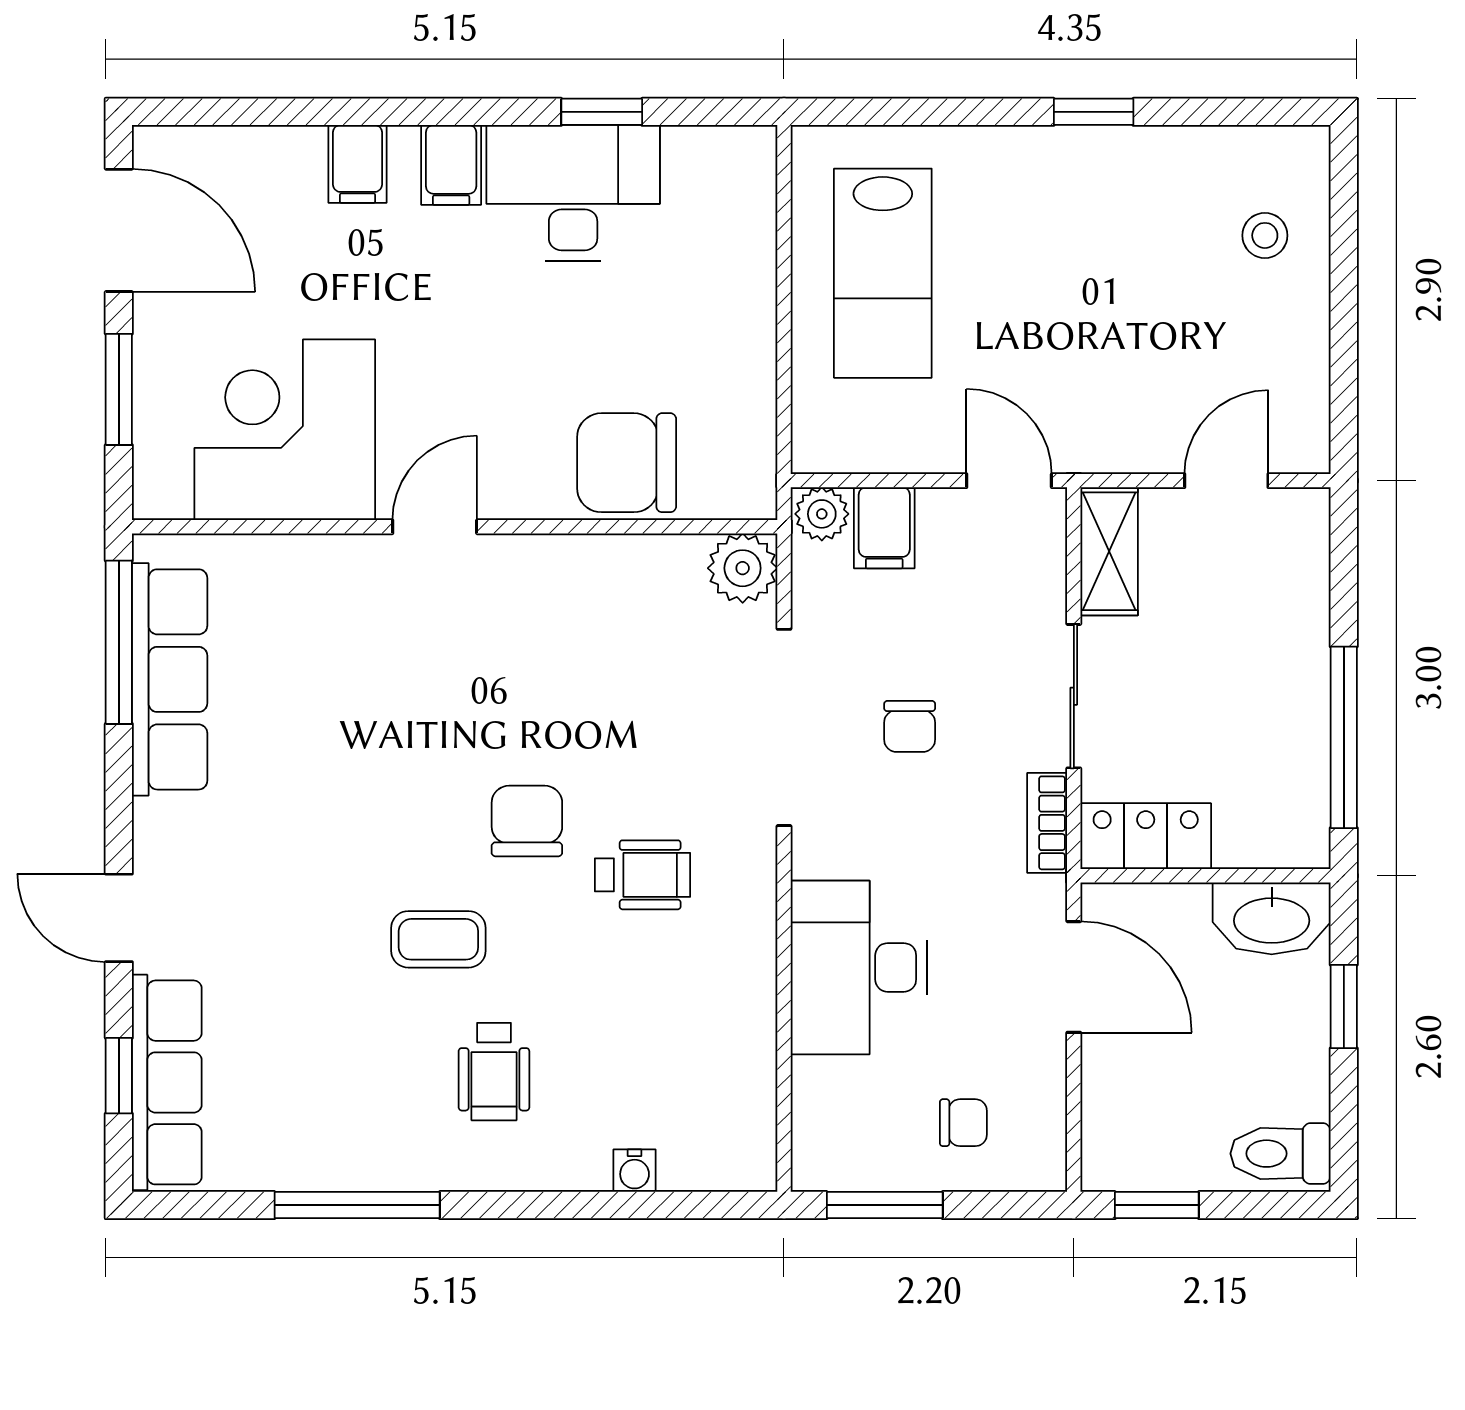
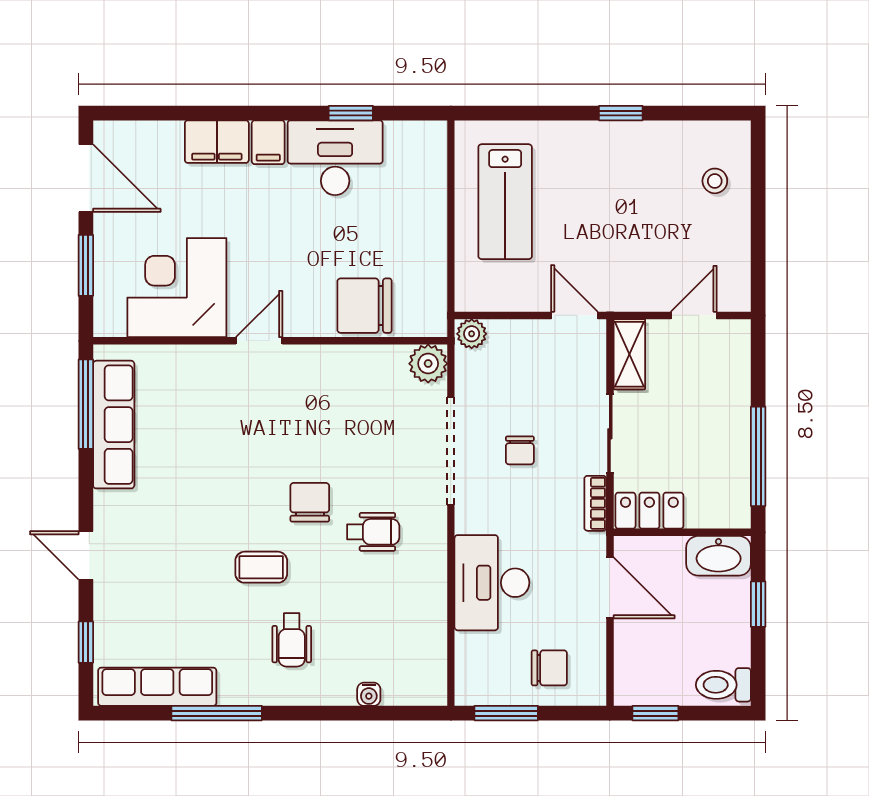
filing cabinet: (357, 164) -> (217, 142), width x2.00
filing cabinet: (884, 528) -> (506, 341), removed
row of seats: (167, 1082) -> (157, 687), moved, turned -90
chair: (963, 1123) -> (549, 668), width x1.37, depth x1.37

